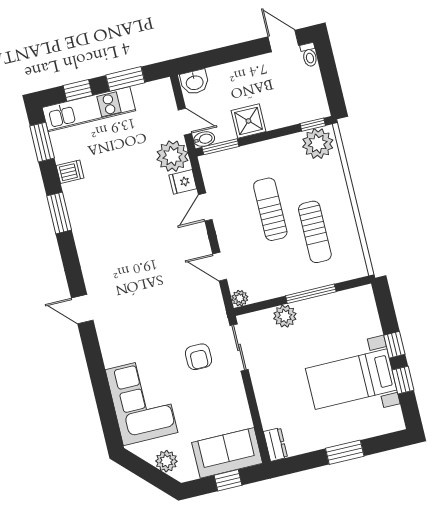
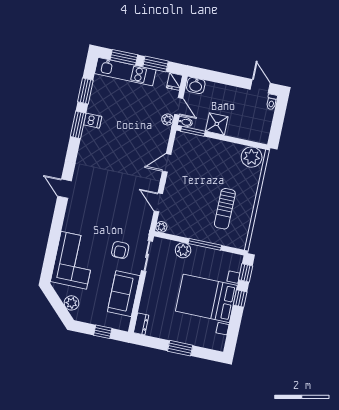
window: (78, 90) -> (124, 57), width x1.50
window: (313, 125) -> (254, 144), removed
window: (42, 142) -> (85, 91), moved
plant: (172, 156) -> (167, 119), width x0.53, depth x0.53
dishwasher: (70, 172) -> (93, 121), moved
fridge: (183, 182) -> (175, 82), moved, turned -90
sun lounger: (270, 209) -> (205, 183), removed
bed with nightstands: (351, 379) -> (206, 298), width x1.36
window: (403, 380) -> (246, 273), moved
sofa: (227, 453) -> (124, 294), moved, turned -90

